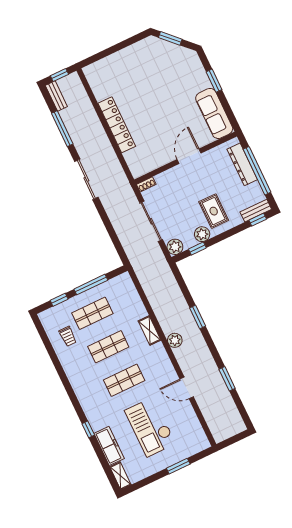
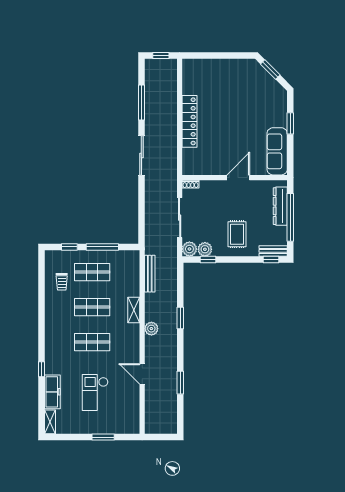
bench: (56, 96) -> (150, 274), moved, width x1.36
plant: (202, 234) -> (205, 249), moved
checkout: (150, 427) -> (95, 392), width x0.73, depth x0.83

